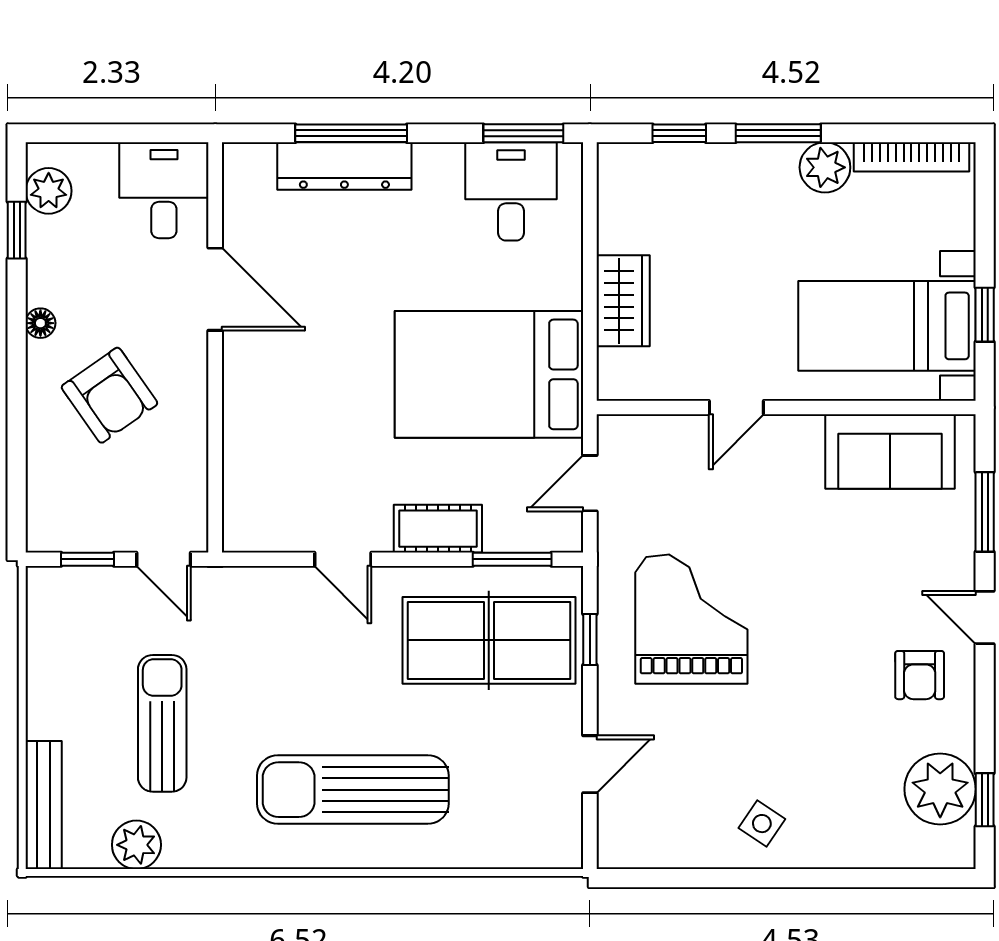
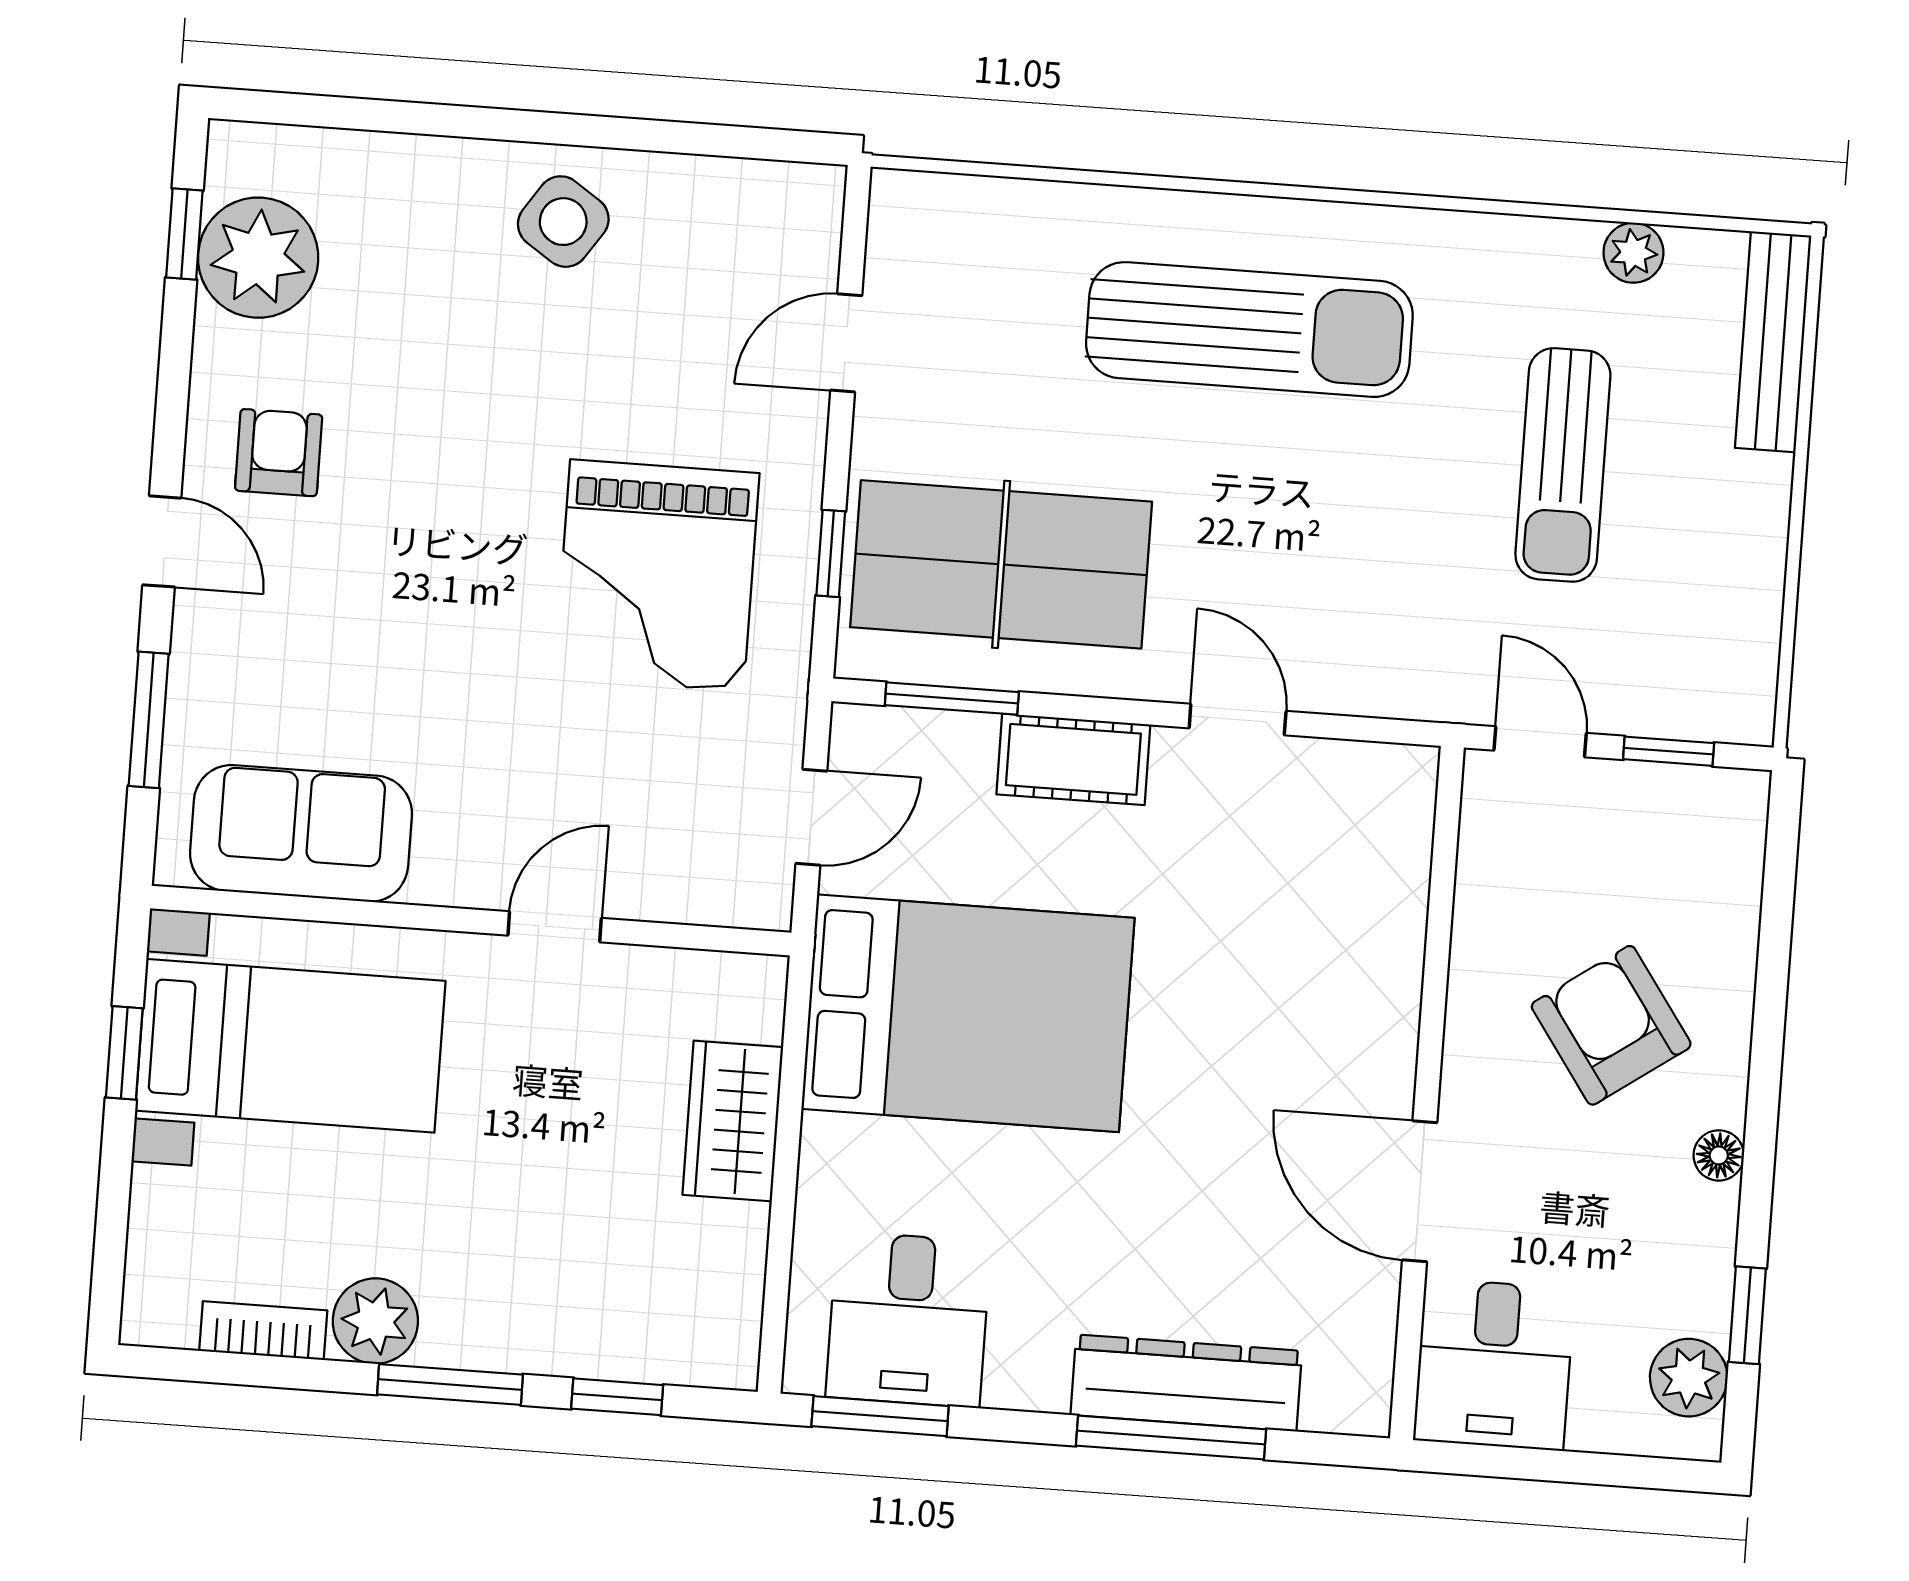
bookcase: (911, 157) -> (263, 1331), width x0.64
side table: (762, 824) -> (563, 222), width x1.37, depth x1.37
plant: (136, 845) -> (1633, 253), width x0.73, depth x0.73

